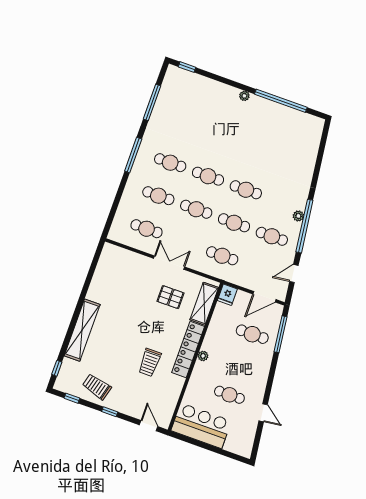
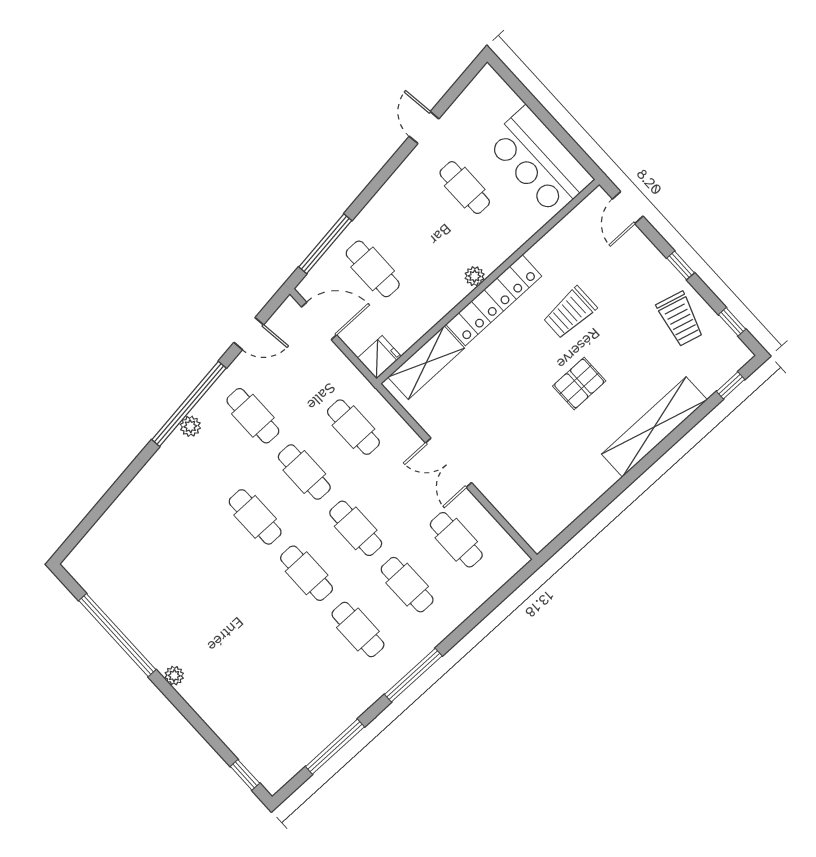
pallet: (171, 297) -> (579, 383), moved, turned 90
trolley: (150, 363) -> (570, 313), turned 180

